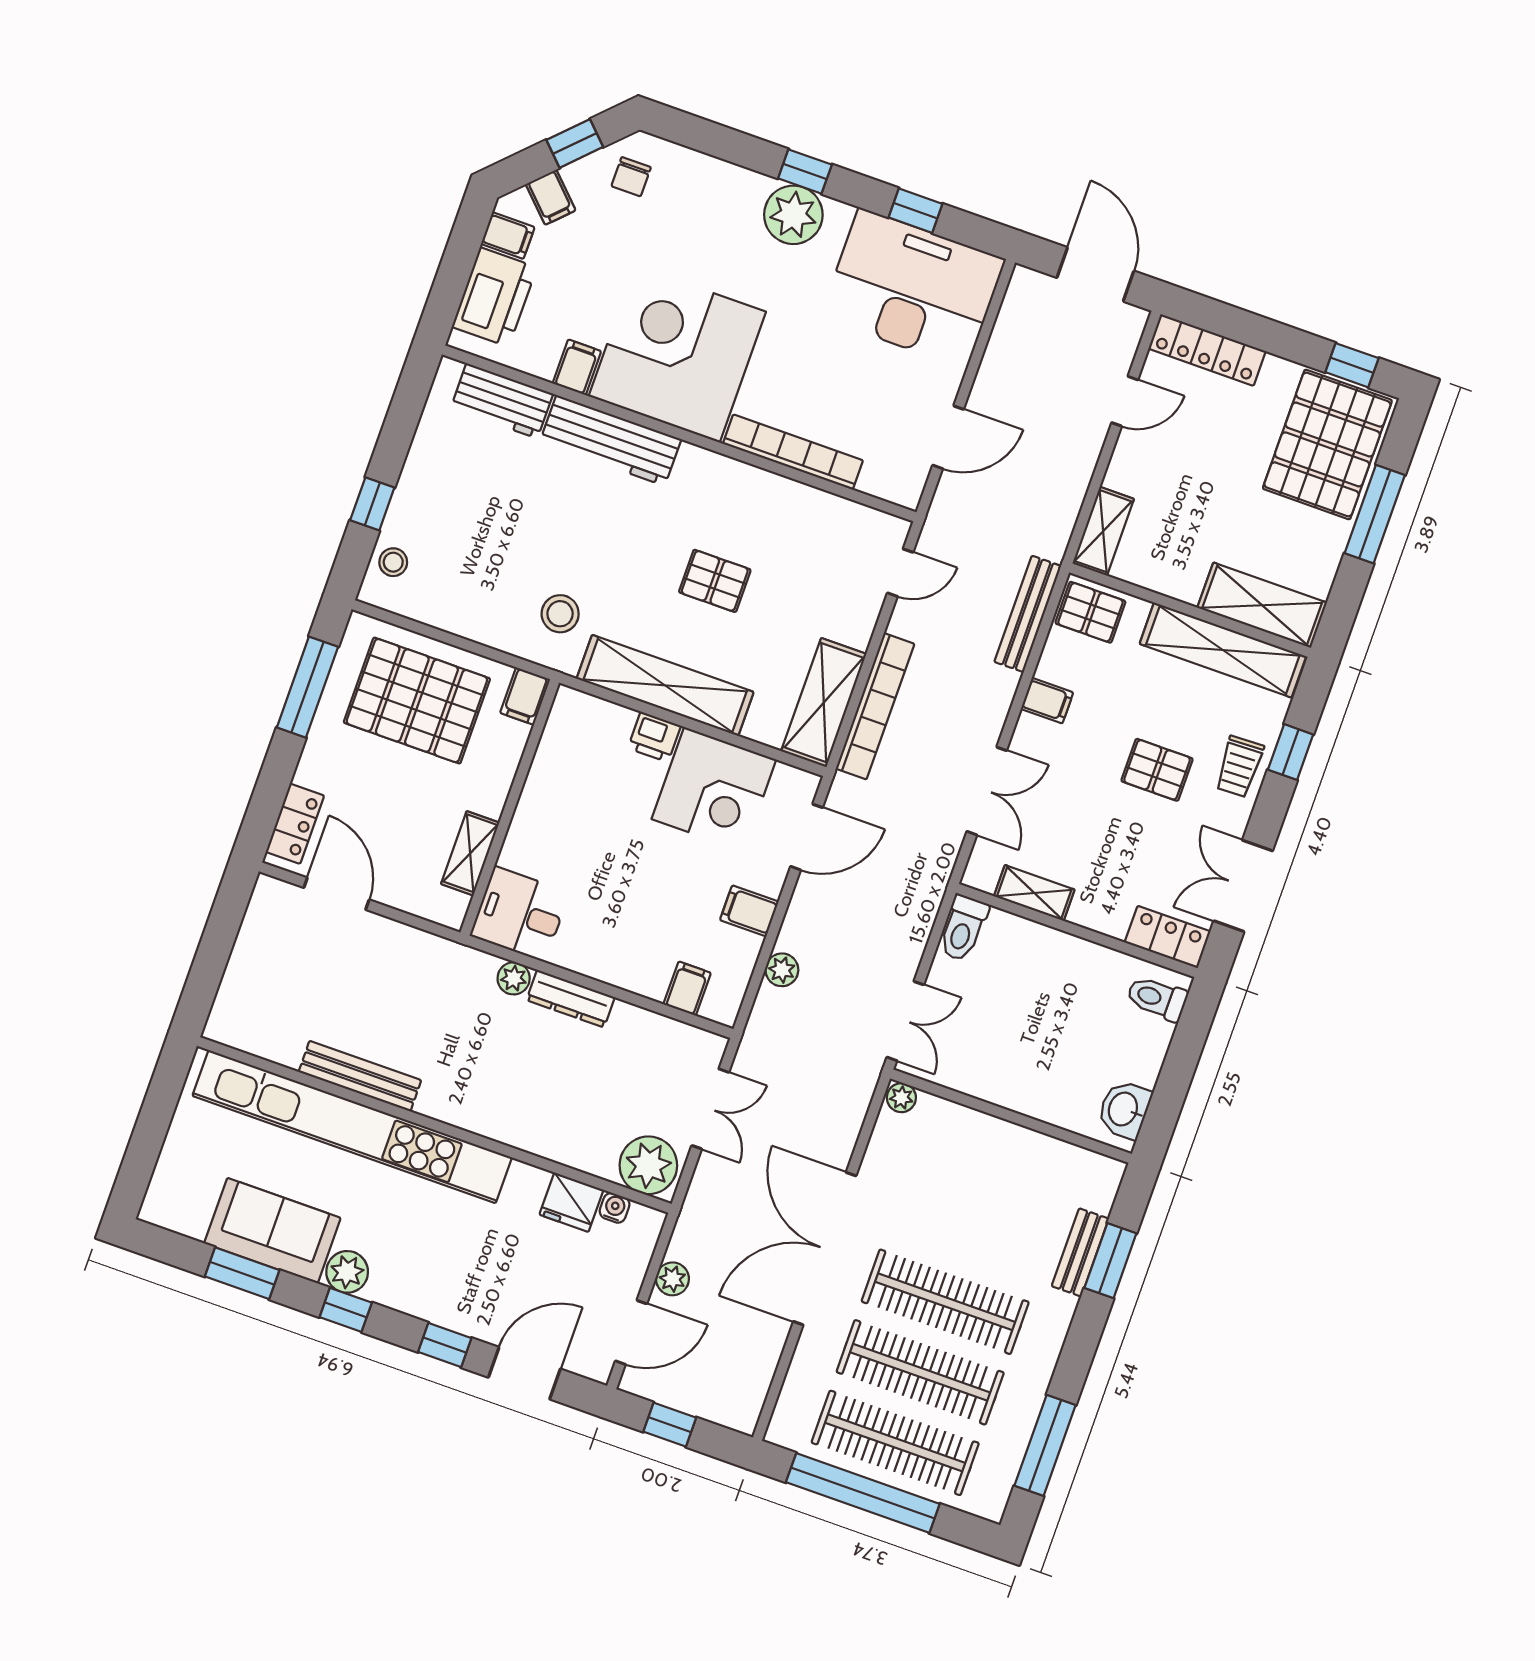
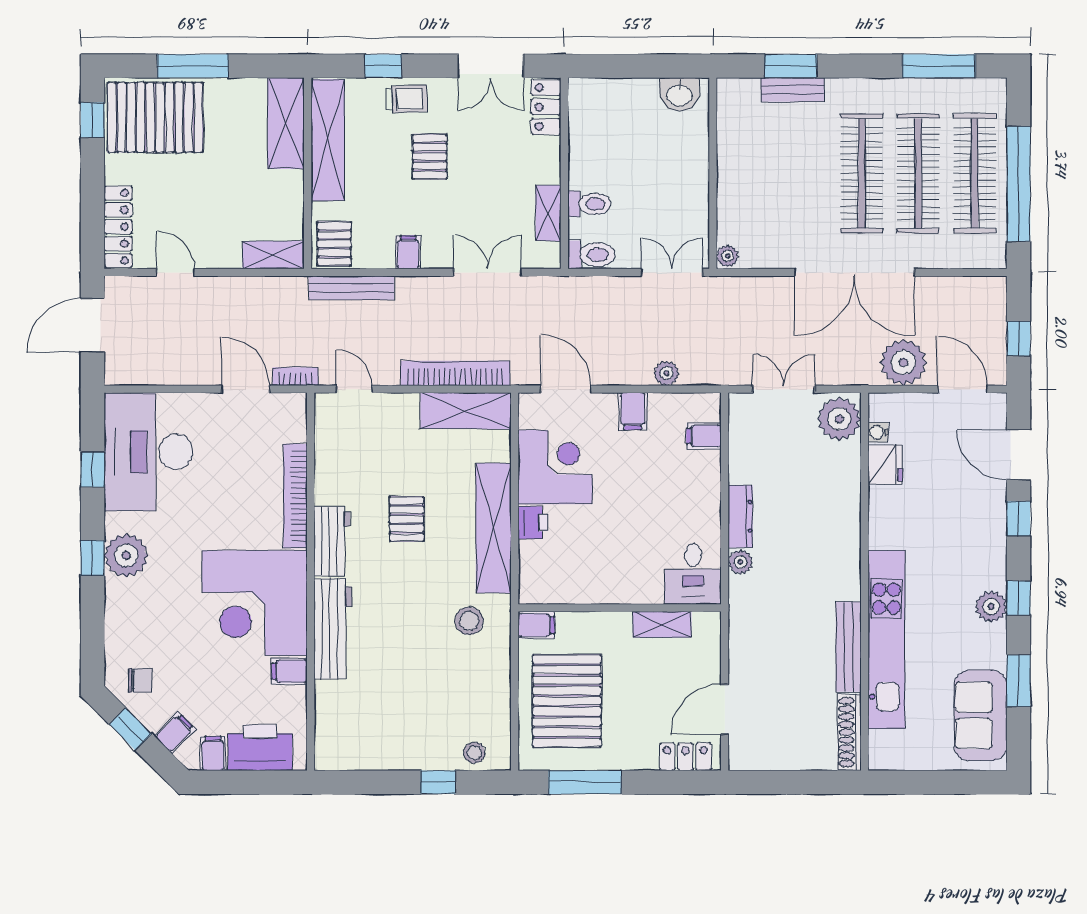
workbench: (502, 401) -> (332, 541), moved
bookcase: (942, 505) -> (295, 377), added
toilet: (1157, 998) -> (589, 204), moved, turned -90
shoe rack: (253, 1039) -> (849, 732), added
kitchen unit: (352, 1127) -> (887, 640), width x0.73
sofa: (272, 1231) -> (981, 715), moved
plant: (672, 1279) -> (903, 362), width x1.88, depth x1.88

